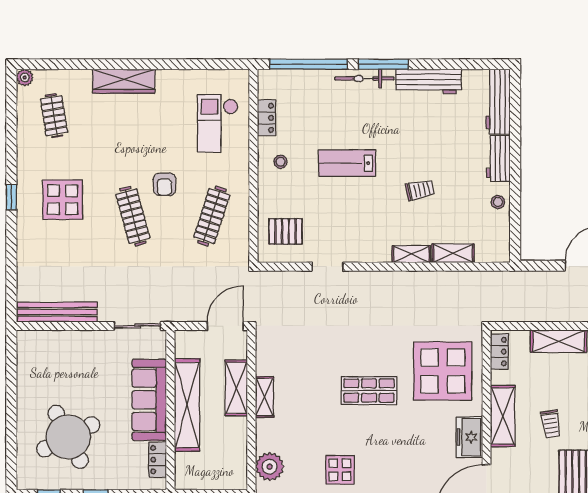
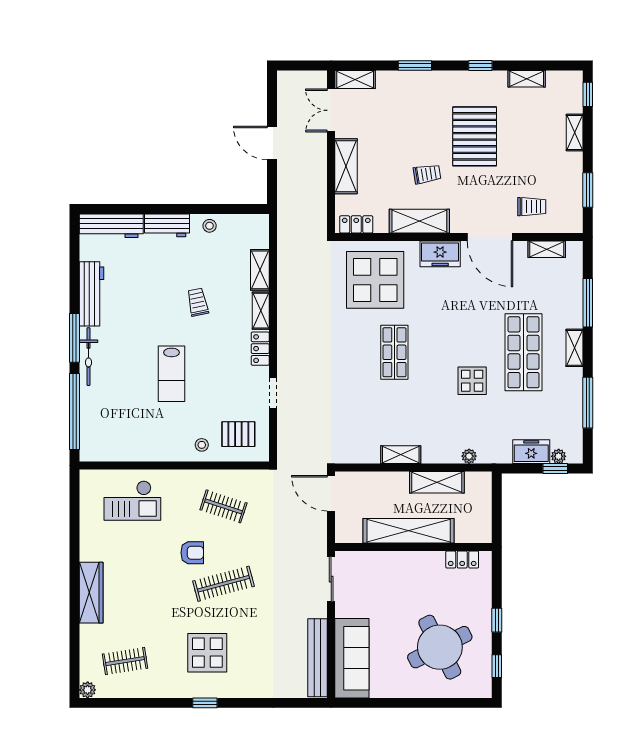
locker: (266, 118) -> (260, 349), moved, turned -90
stool: (281, 162) -> (202, 445), moved
clothes rail: (212, 216) -> (223, 506), width x0.73
pallet: (285, 231) -> (238, 434), turned 90
shelving: (236, 388) -> (437, 482), moved
sofa: (149, 400) -> (352, 658), moved, turned -90
plant: (270, 467) -> (469, 456), width x0.53, depth x0.53

